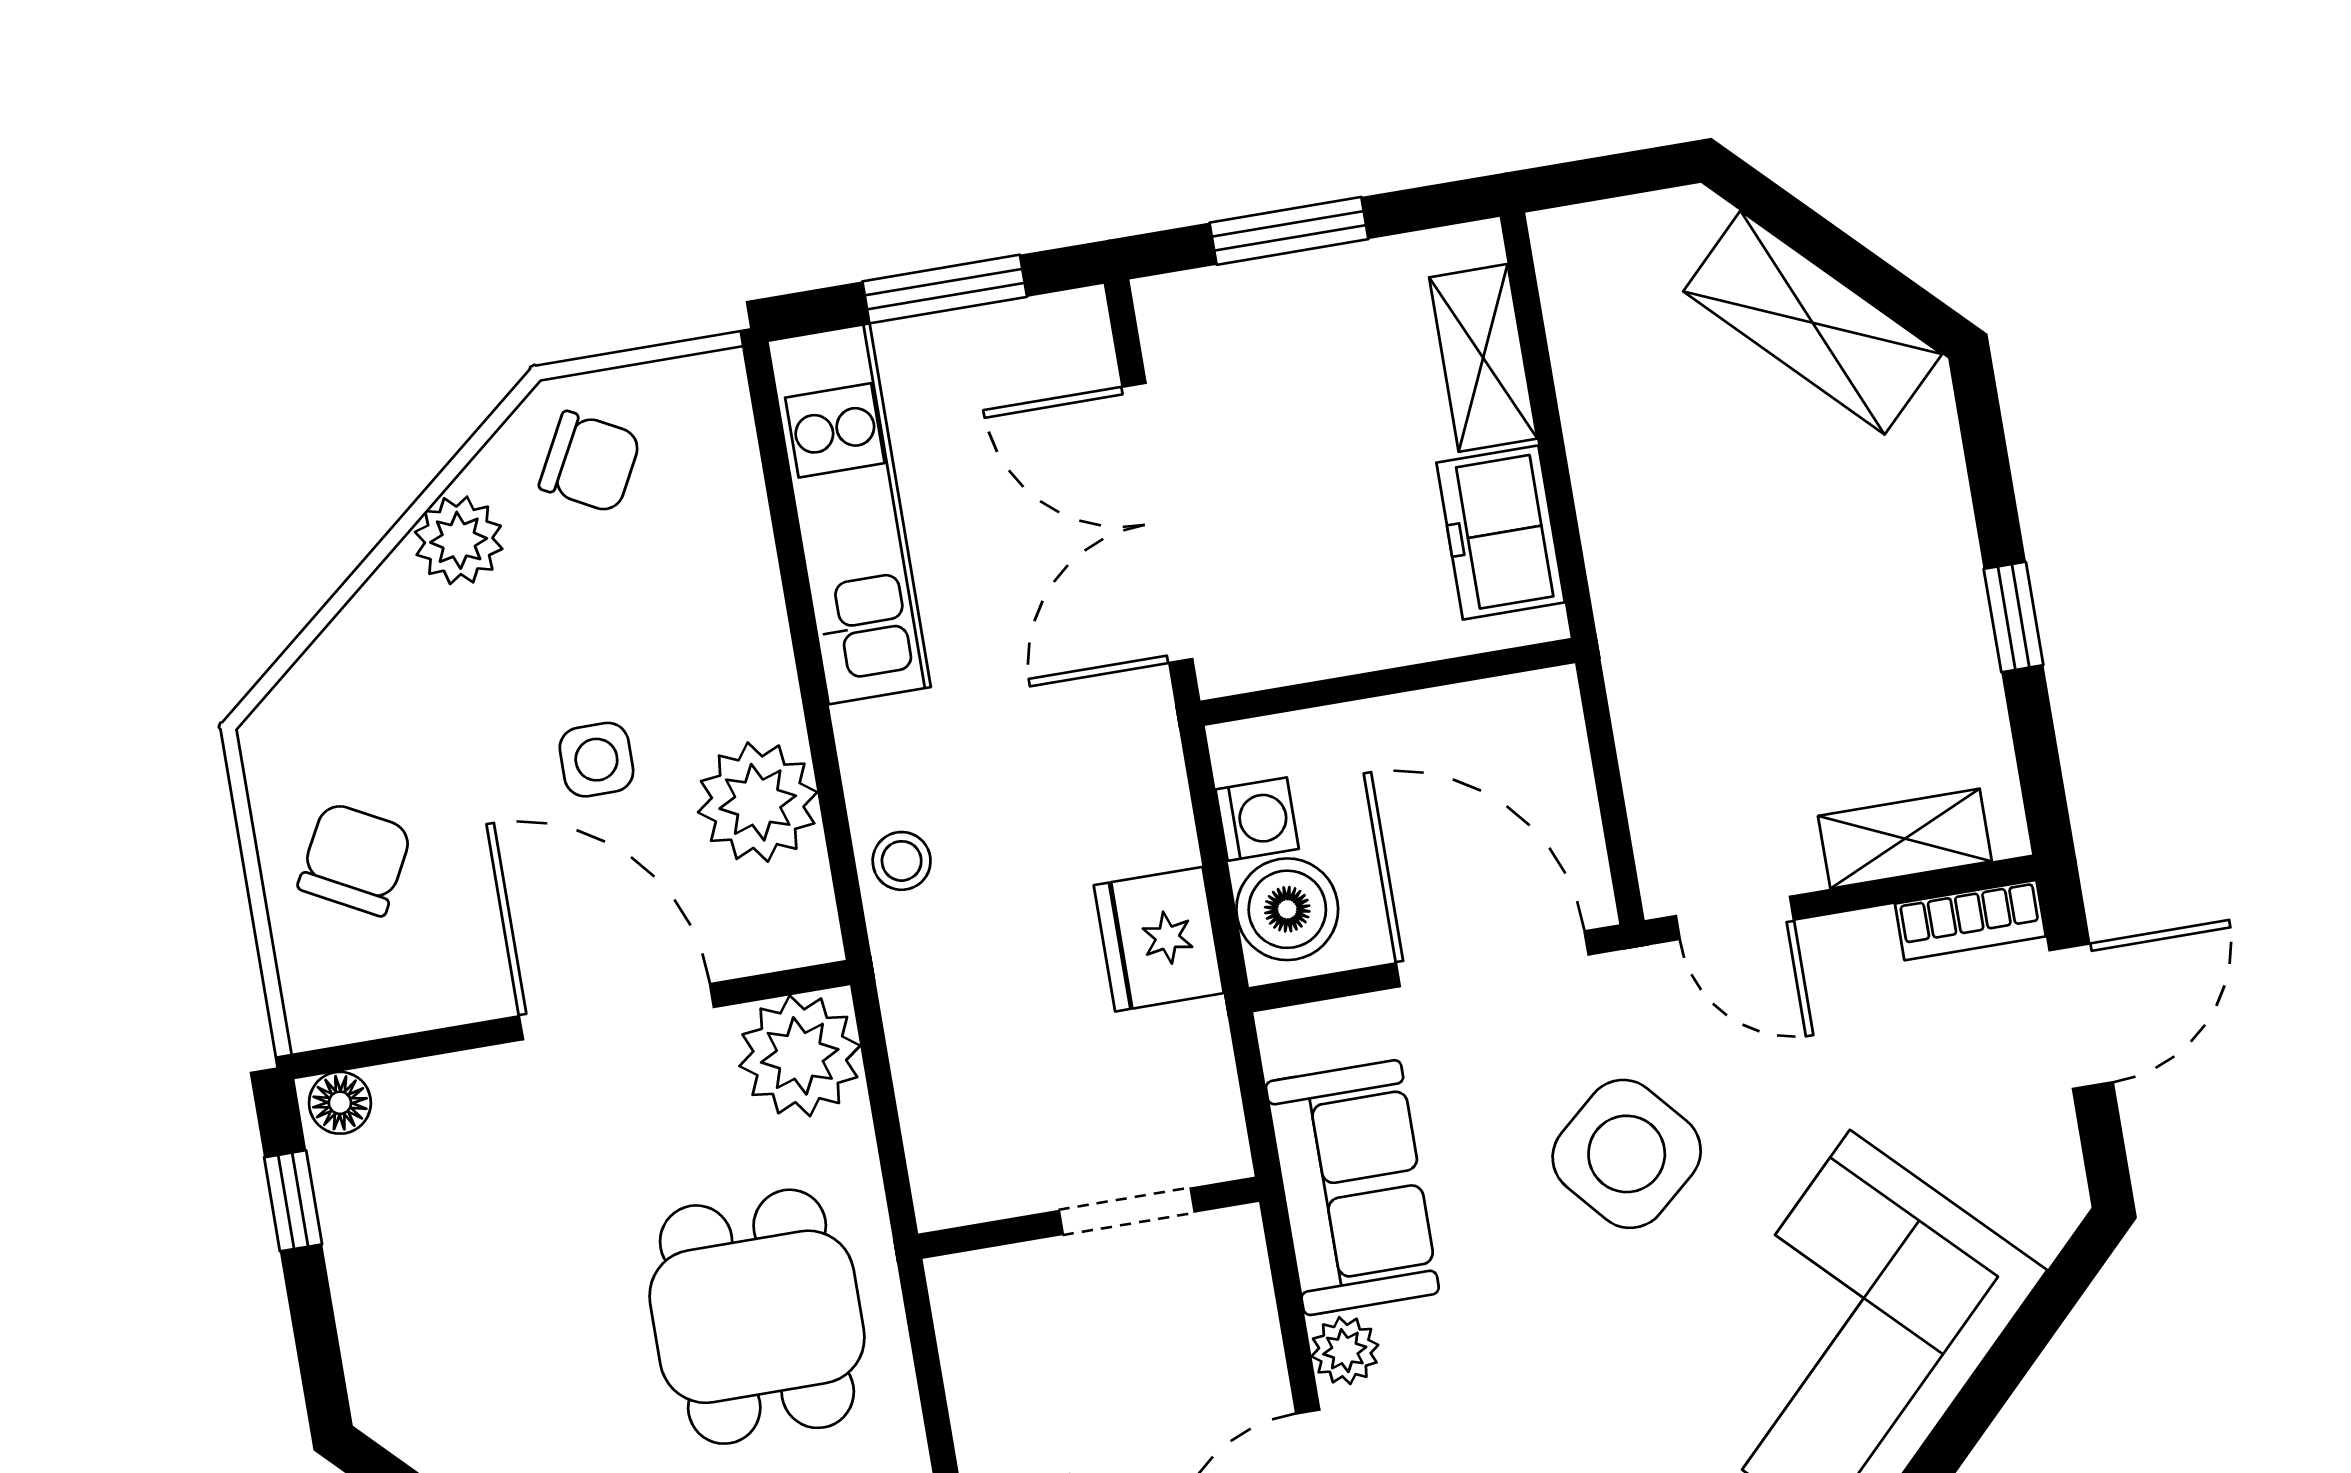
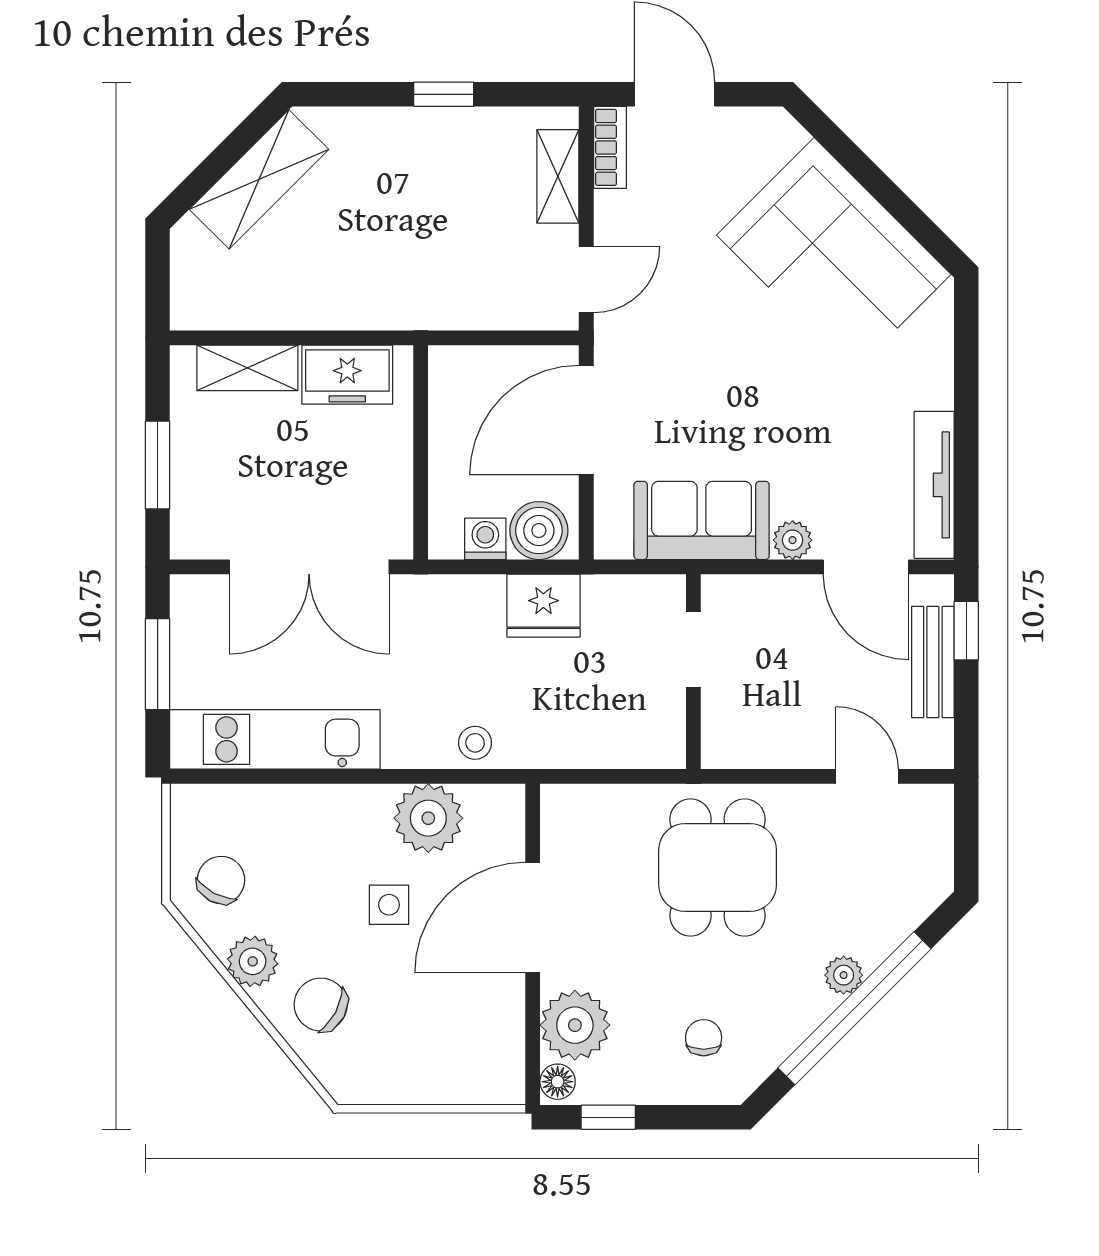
chair: (355, 859) -> (321, 1005), moved
plant: (800, 1056) -> (575, 1025), moved
side table: (1627, 1154) -> (709, 363), removed
dining table: (757, 1317) -> (718, 867), turned 90
chair: (459, 1342) -> (704, 1038), added

